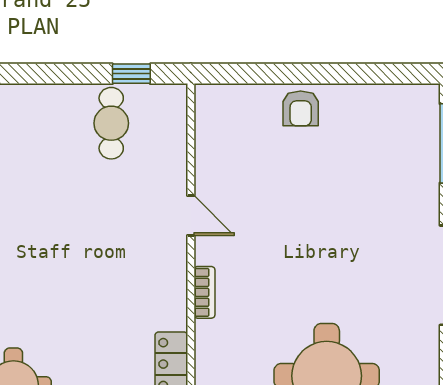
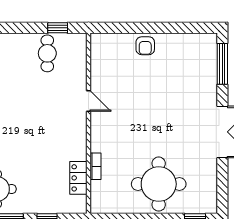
bookcase: (204, 292) -> (95, 166), moved

